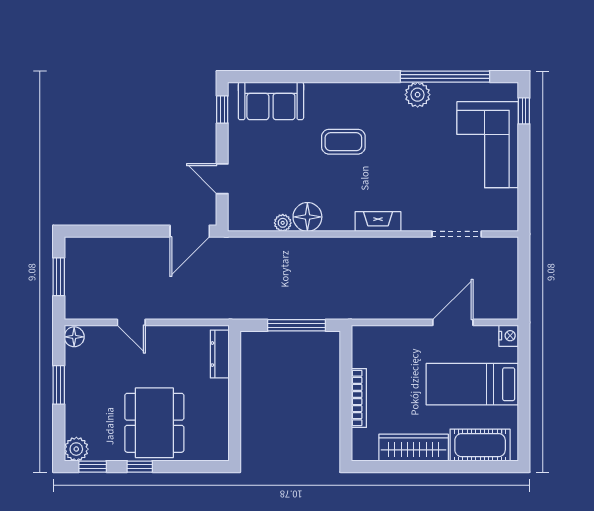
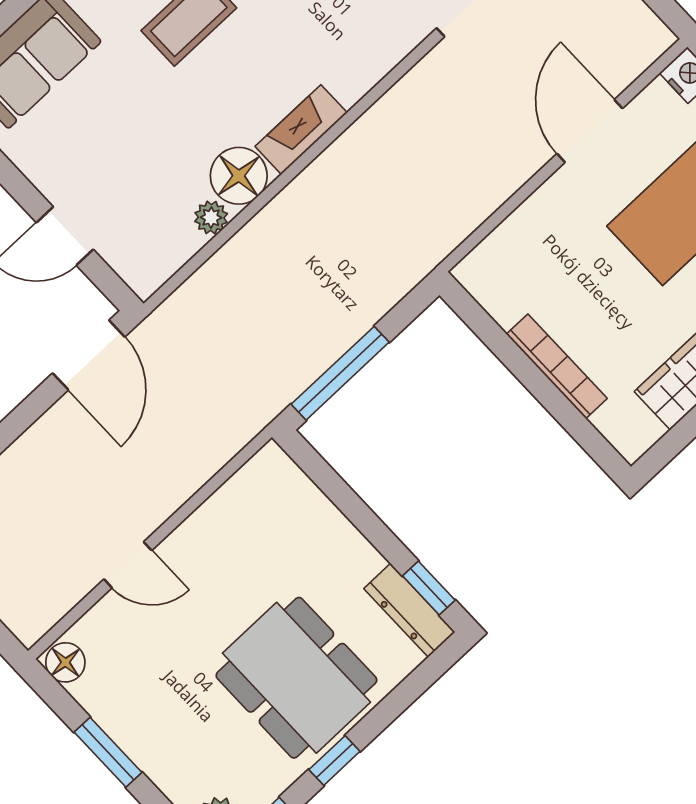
fireplace: (378, 222) -> (301, 130), moved
window: (297, 325) -> (340, 373), moved
dresser: (220, 354) -> (410, 610), moved
window: (235, 436) -> (429, 588), added

